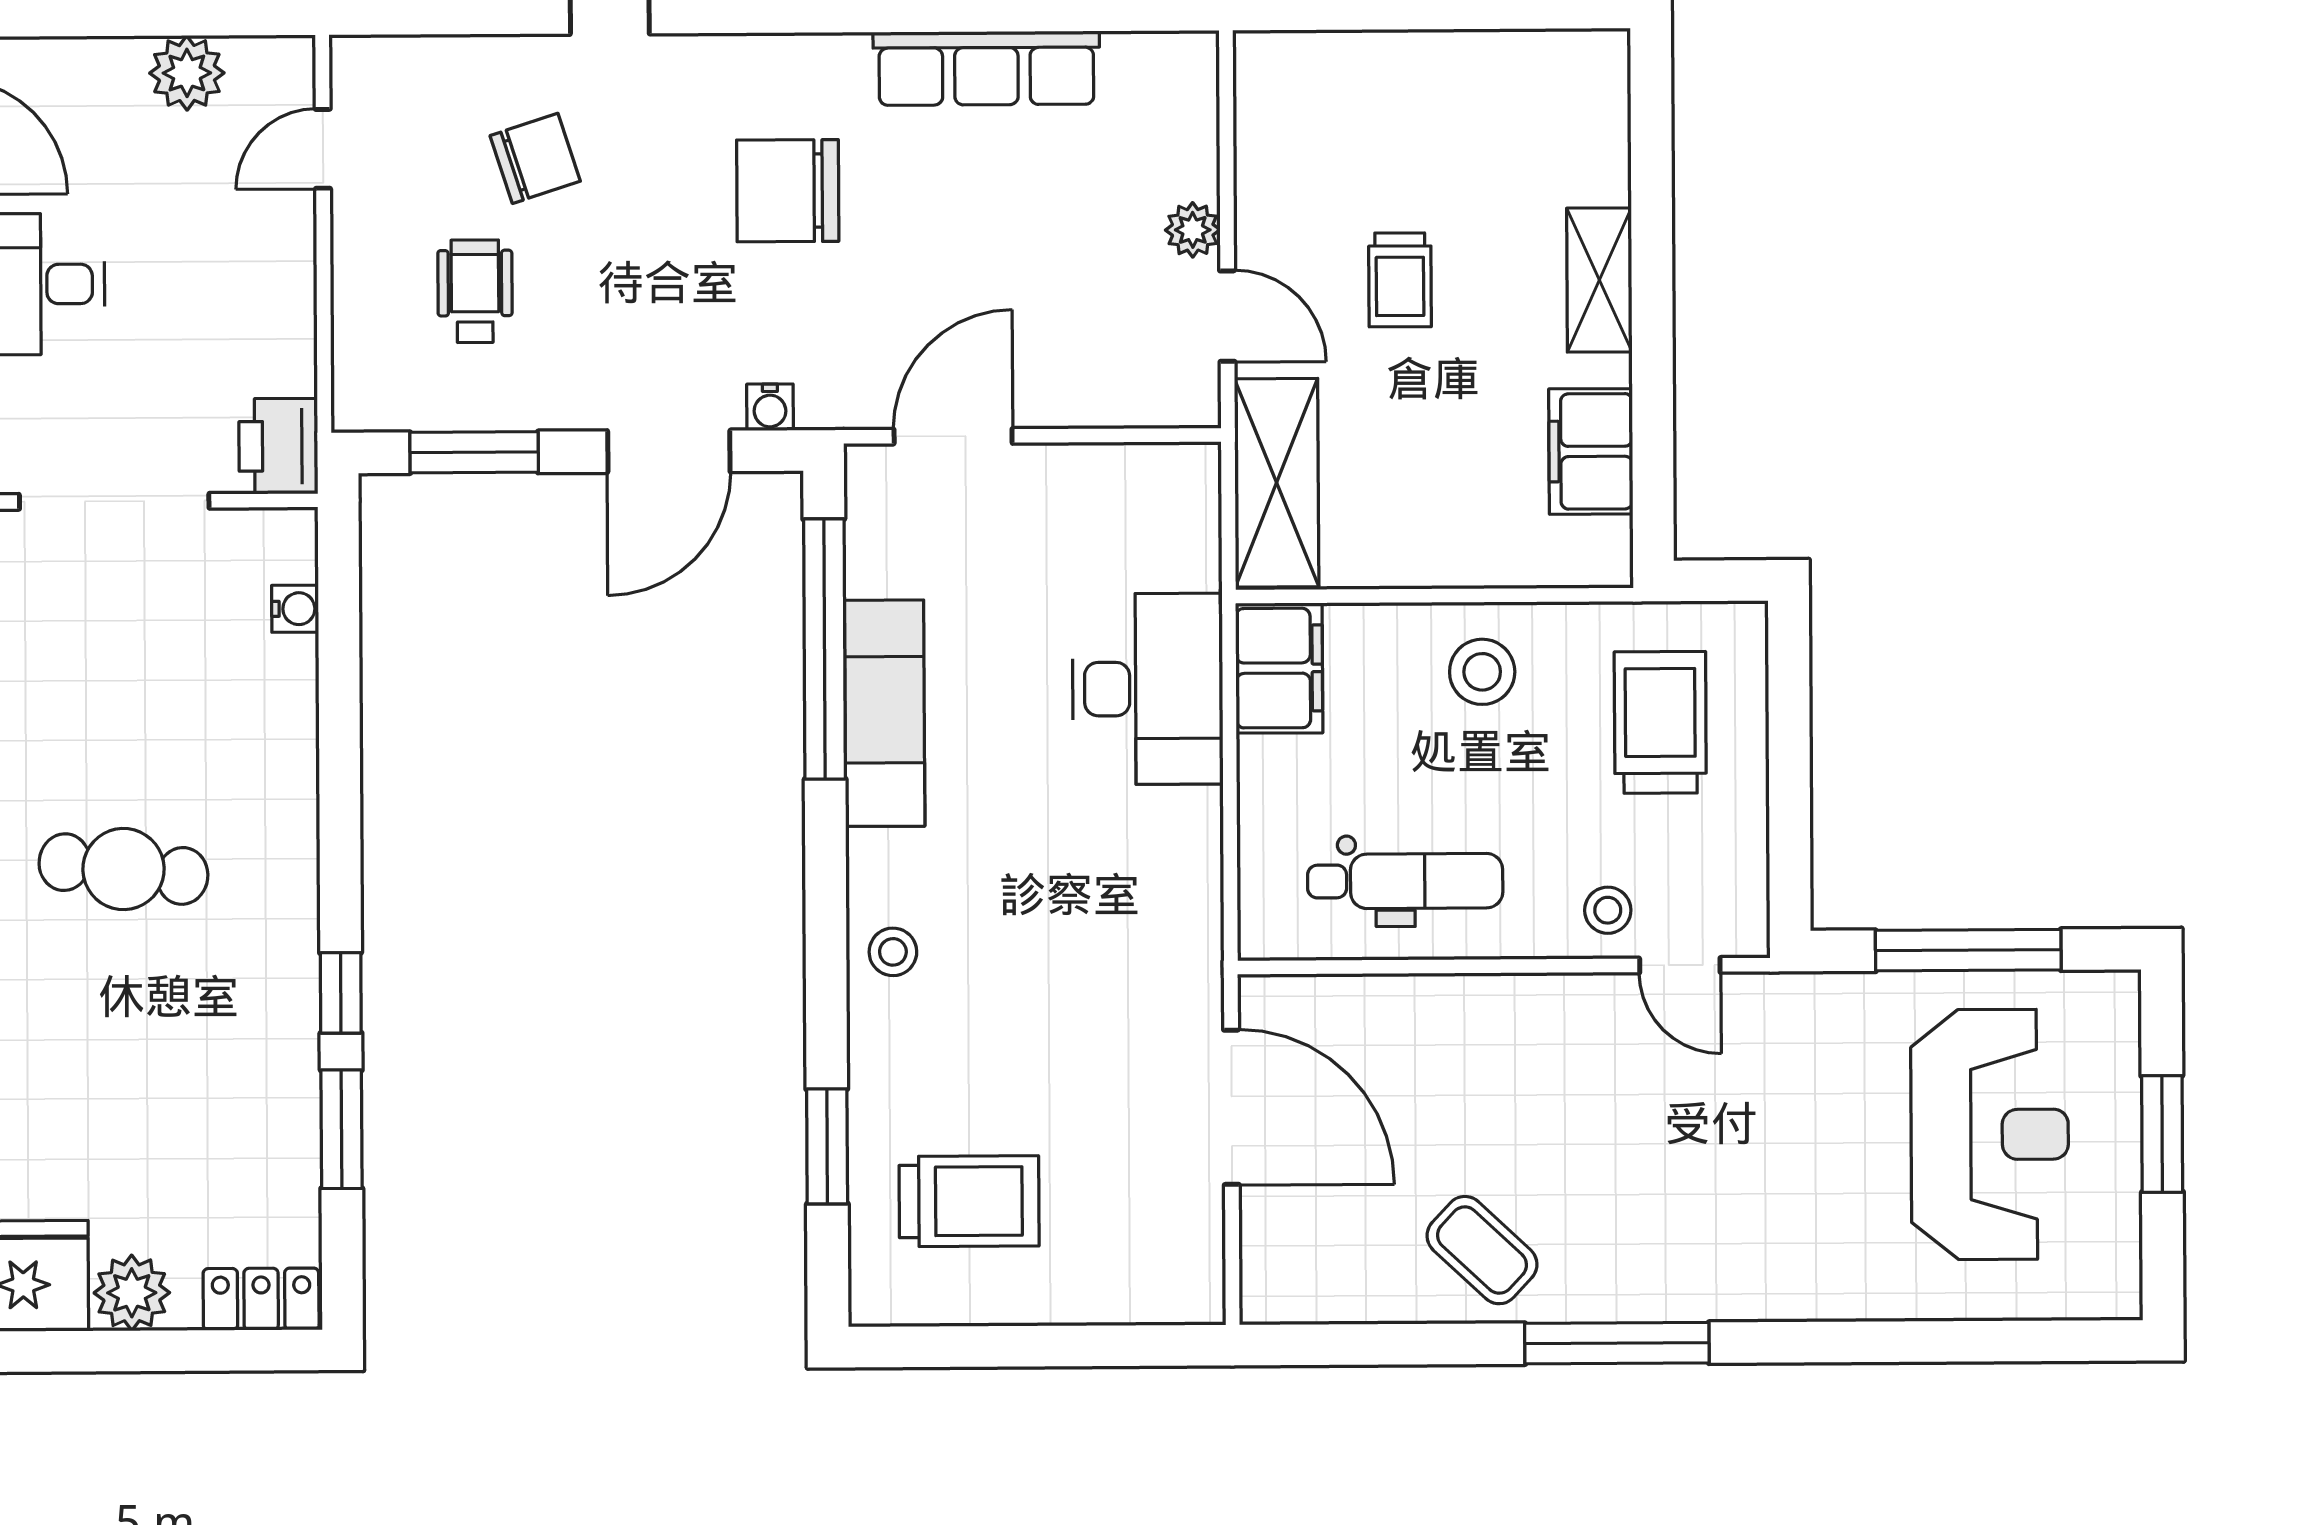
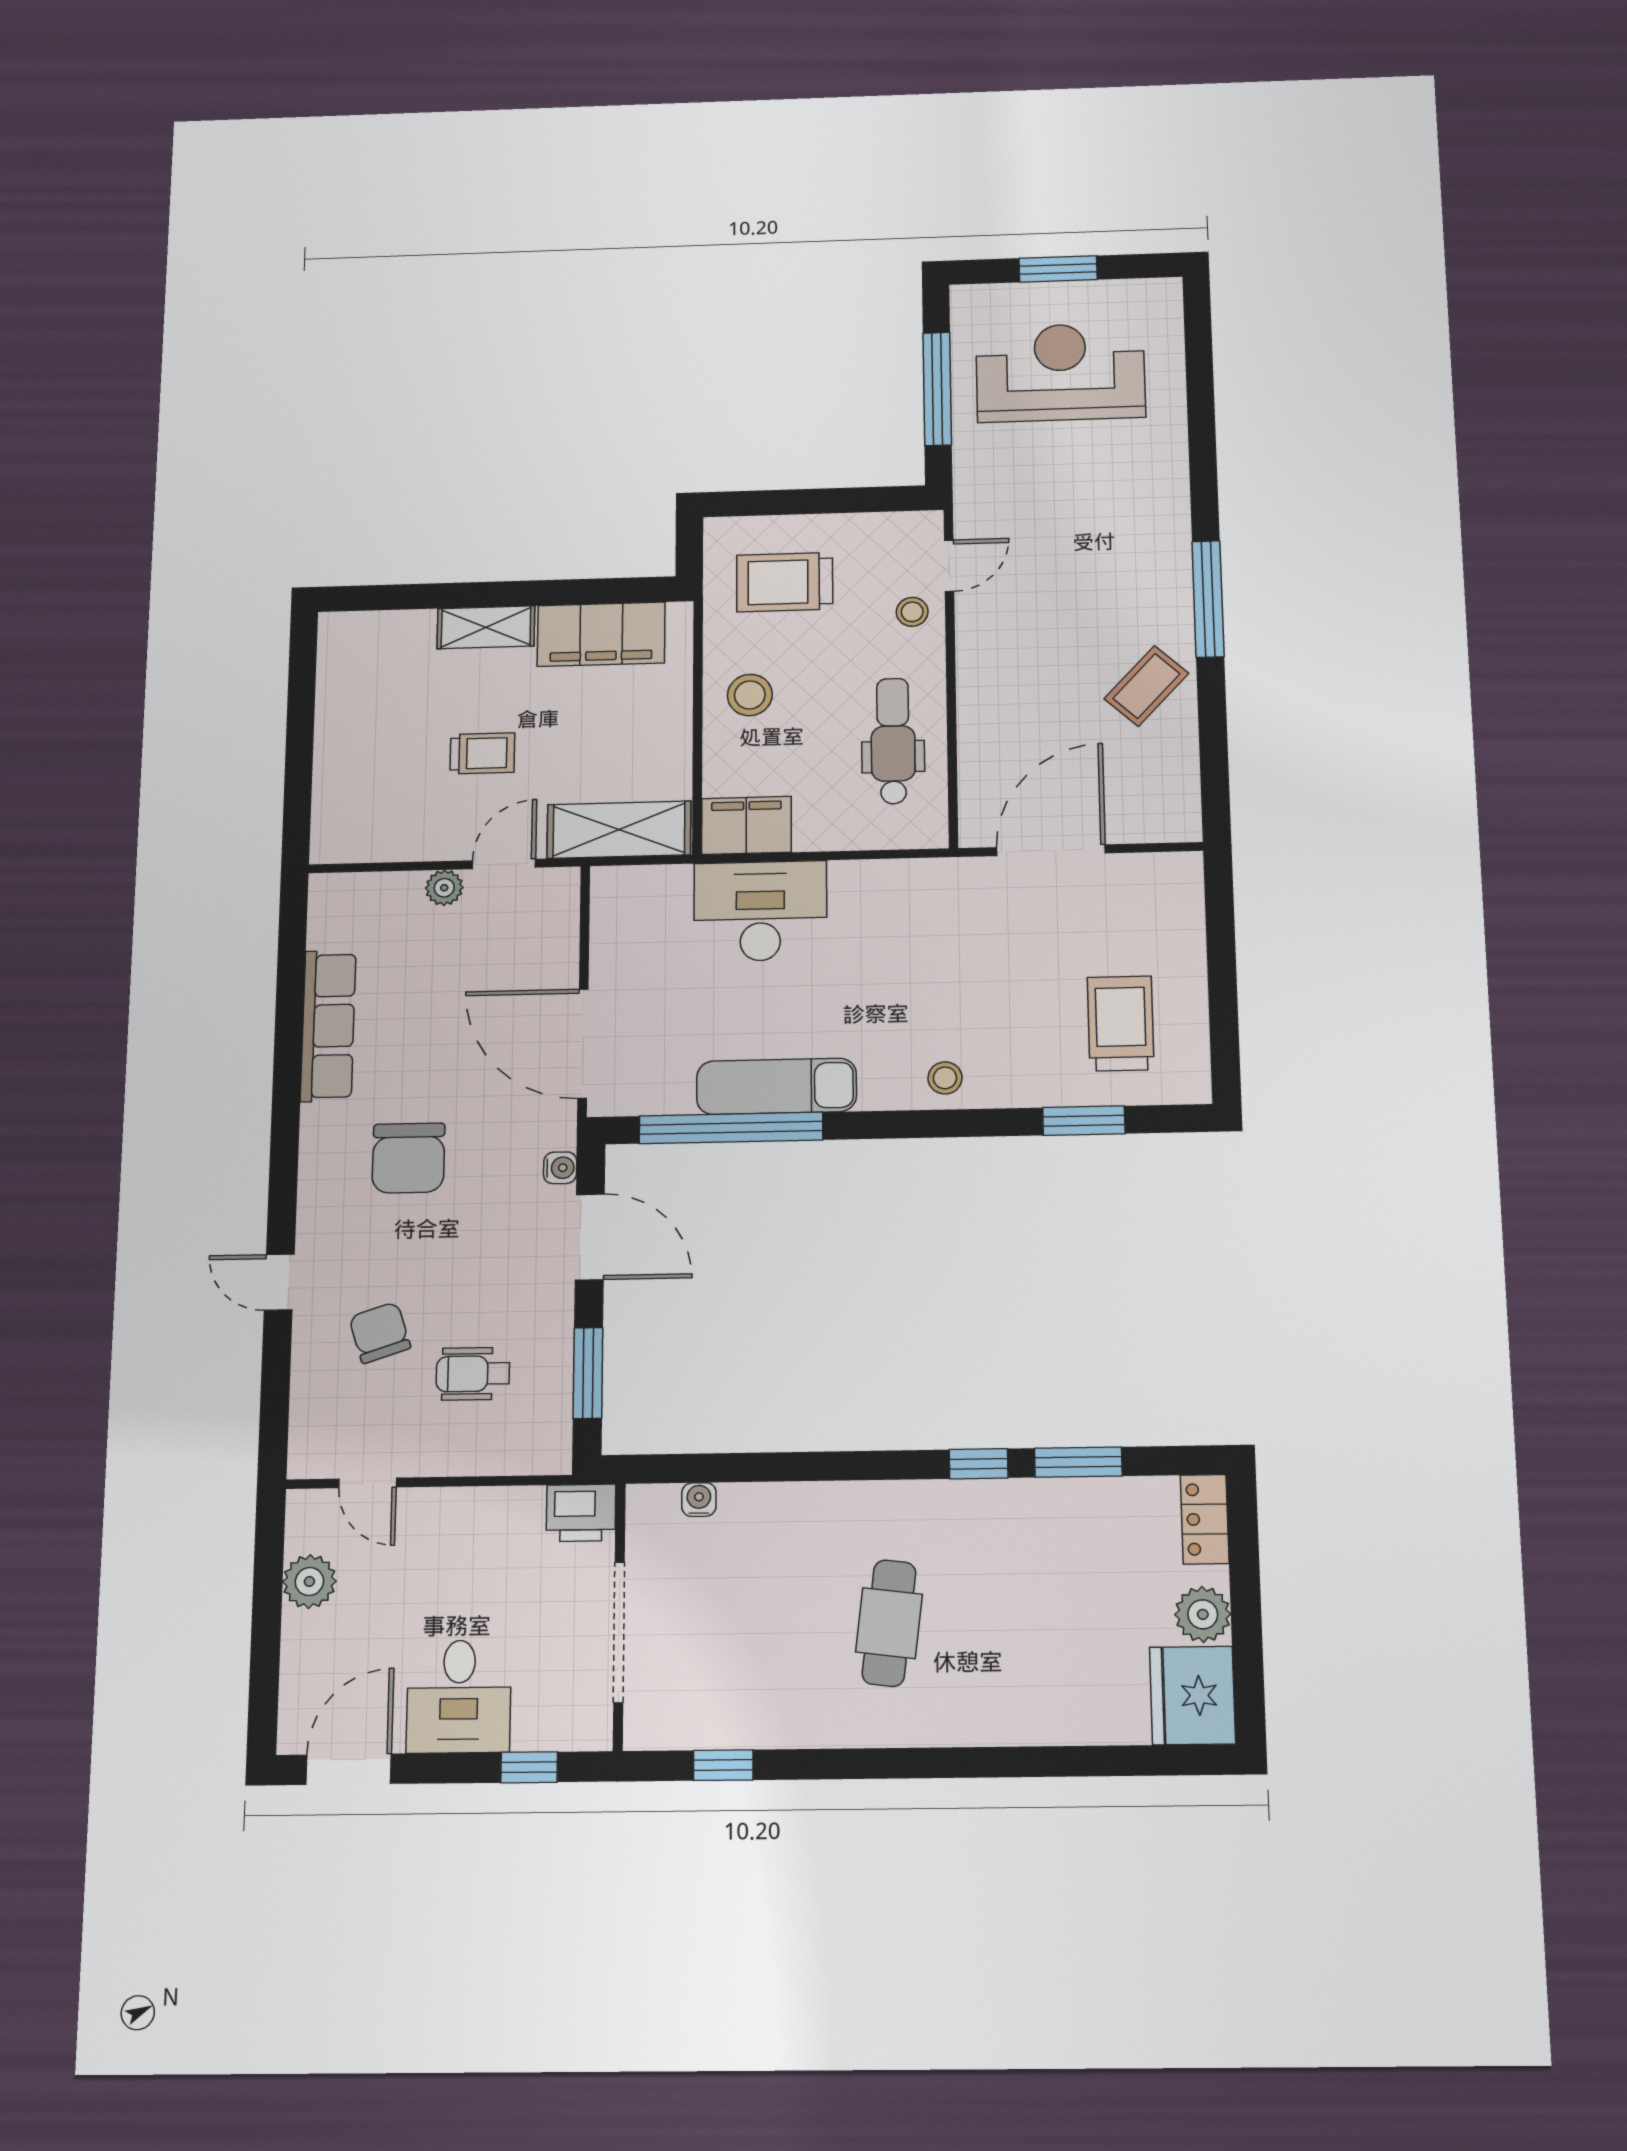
door: (953, 436) -> (583, 1044), width x1.36
filing cabinet: (1591, 451) -> (601, 634), width x1.50, depth x1.17

